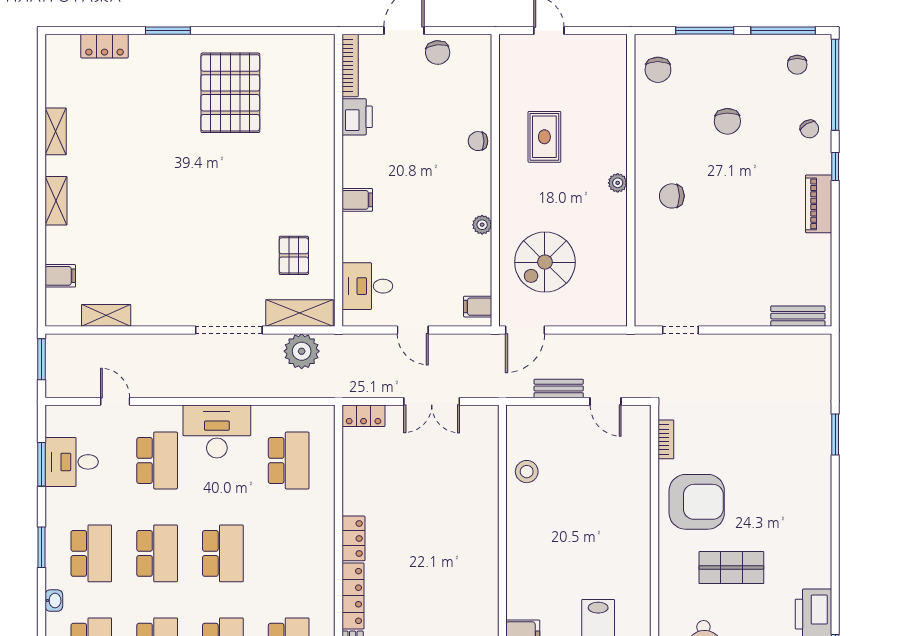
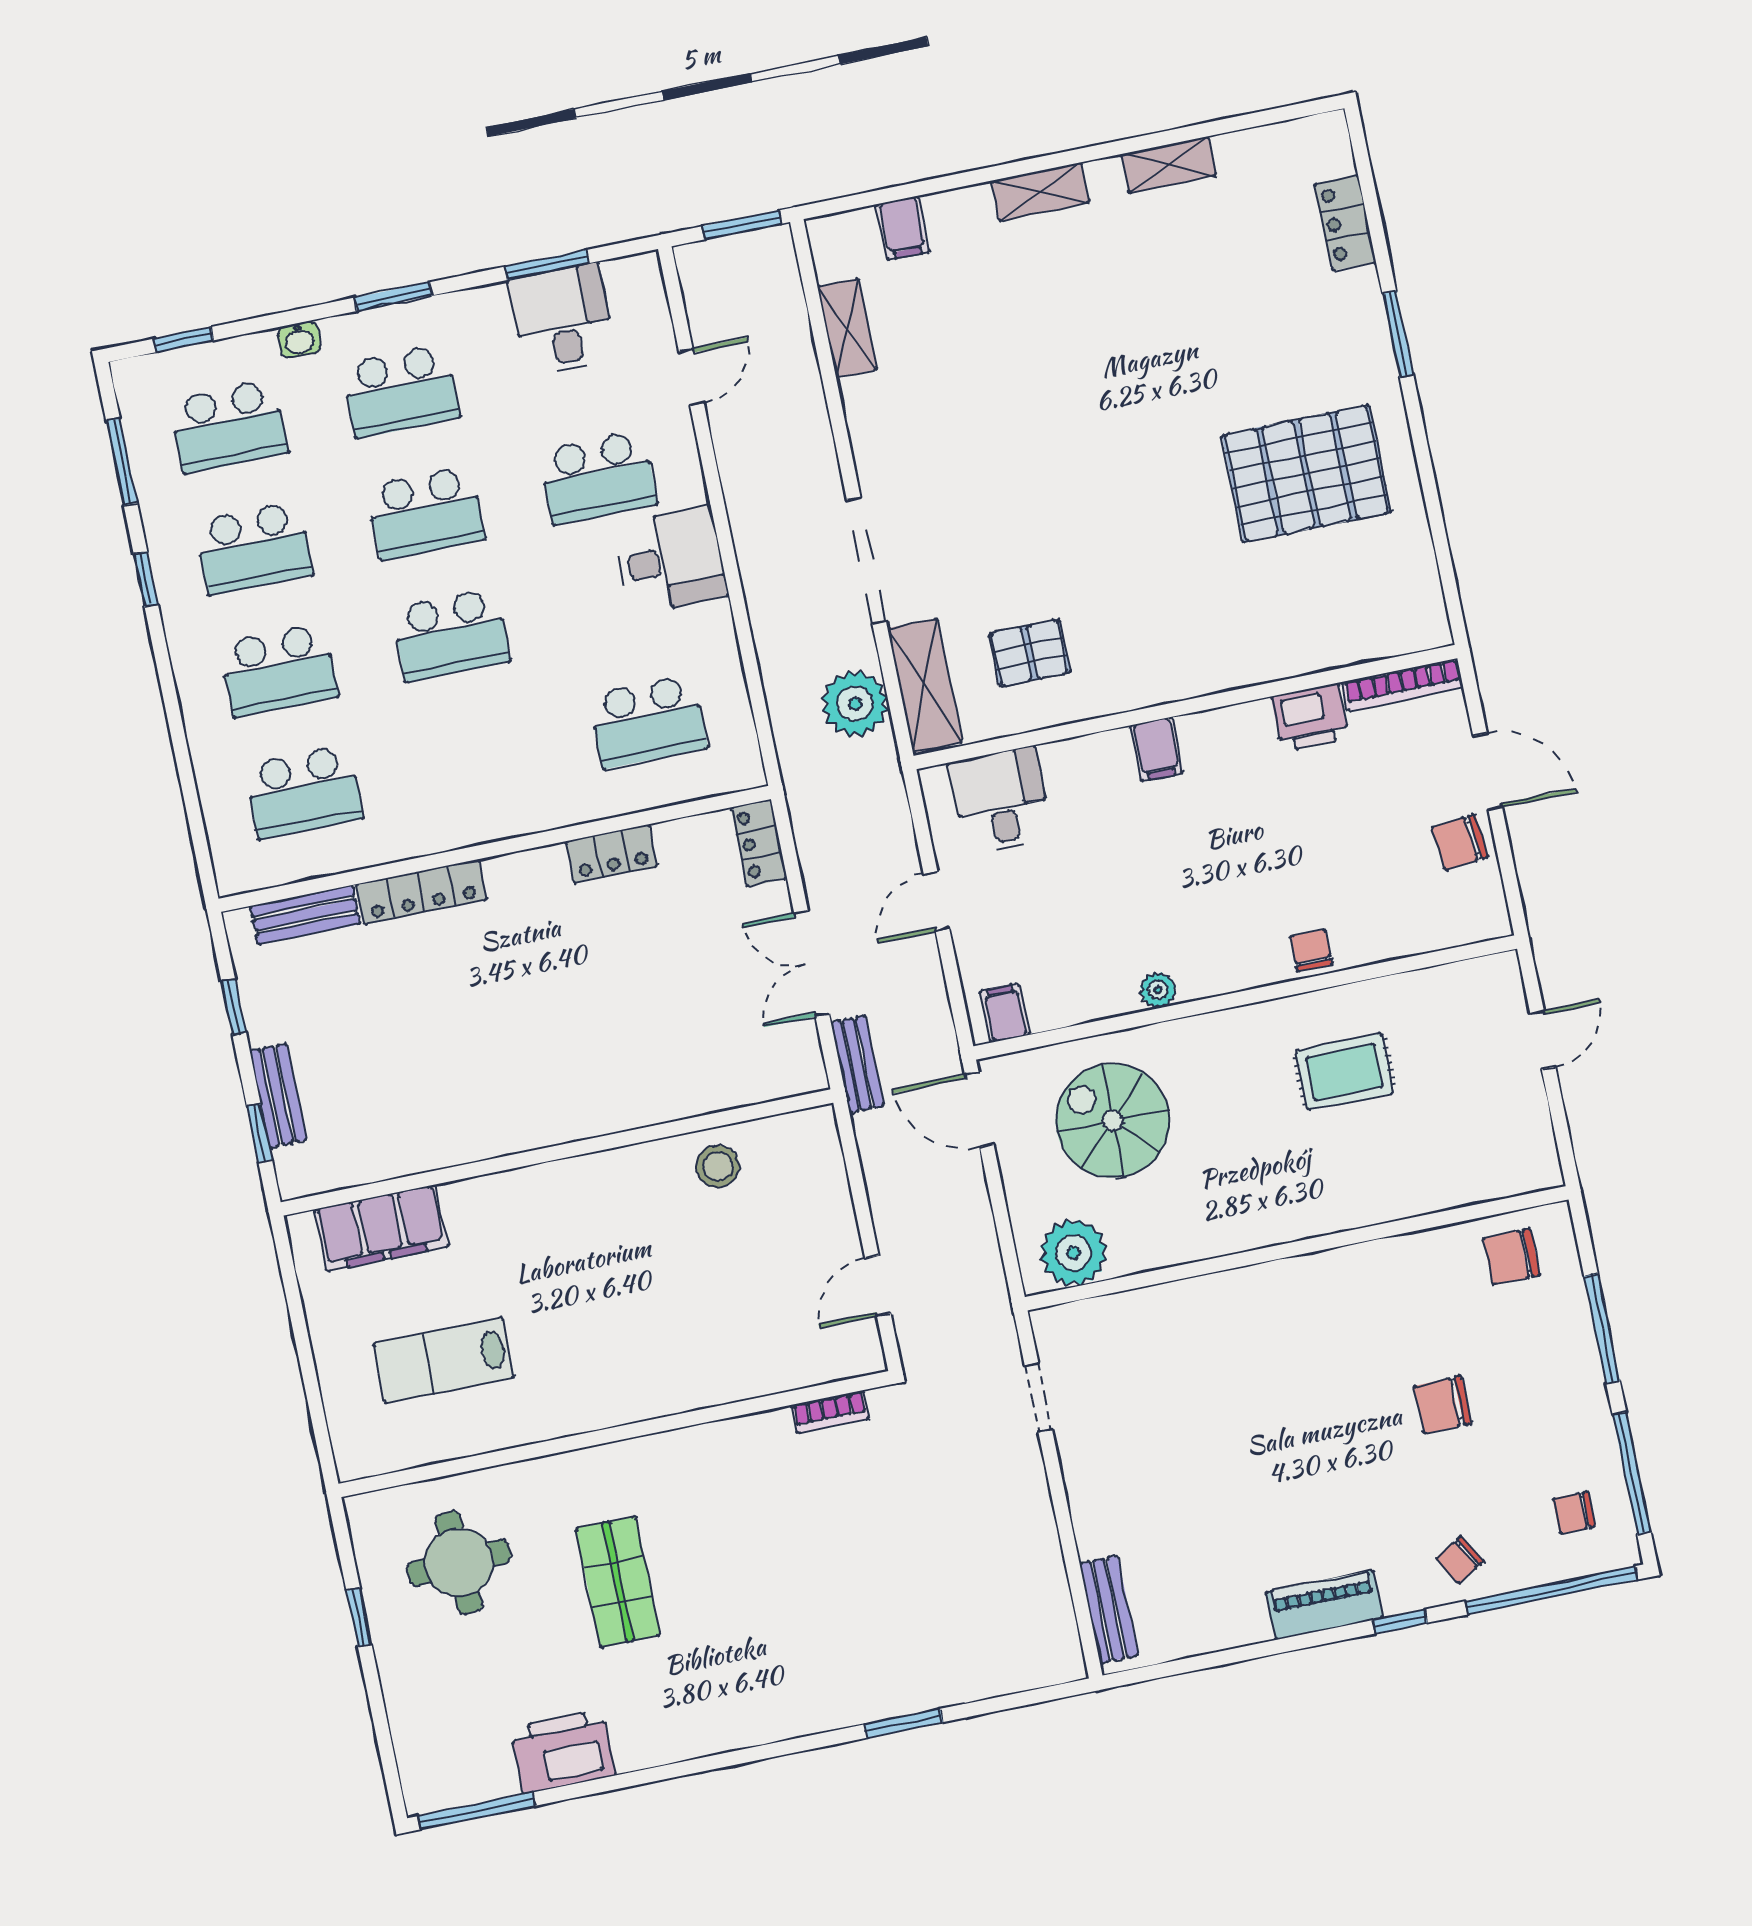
plant: (618, 183) -> (1073, 1253), moved, width x1.87, depth x1.87
chair: (672, 196) -> (1283, 1330), removed
bench: (559, 388) -> (857, 1064), moved
desk: (217, 432) -> (671, 560), width x0.73
armchair: (697, 502) -> (726, 1493), removed
locker: (353, 538) -> (611, 854), moved

